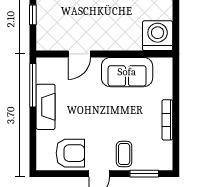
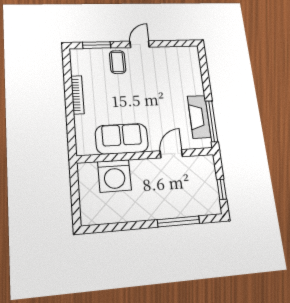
washing machine: (158, 36) -> (114, 176), moved
fireplace: (46, 107) -> (199, 117), moved
armchair: (70, 153) -> (169, 61), removed

